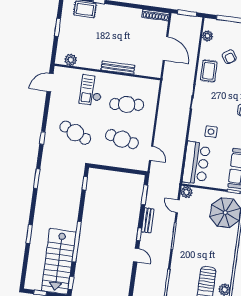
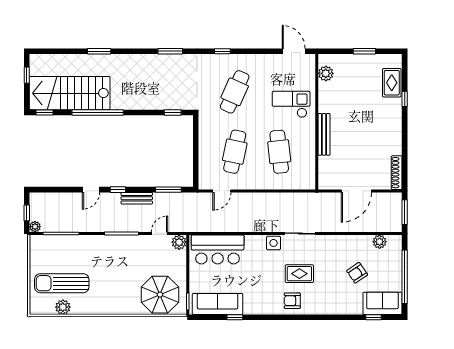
rug: (209, 71) -> (299, 274), moved
side table: (211, 132) -> (274, 243), moved

